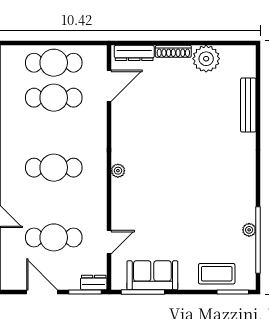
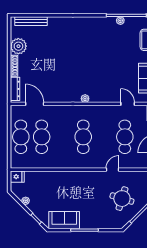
bench: (248, 105) -> (31, 21), moved

